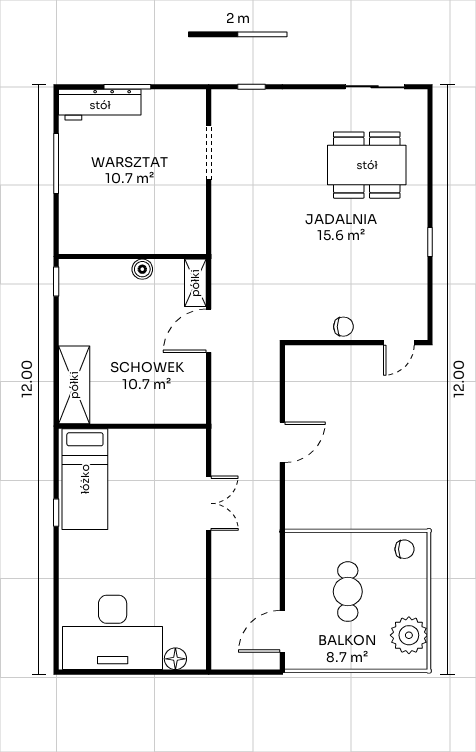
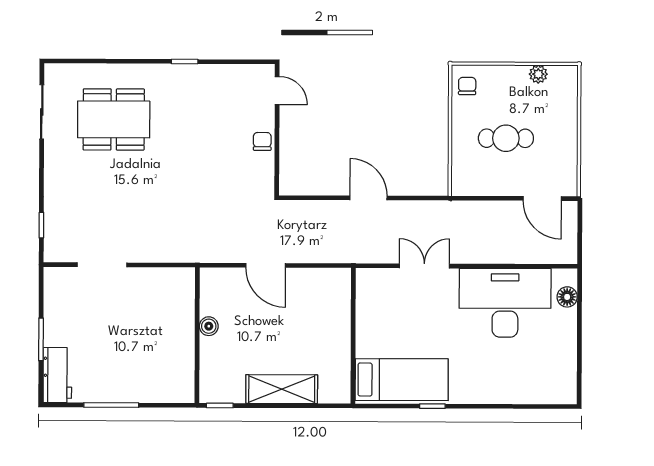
workbench: (100, 105) -> (57, 375), width x0.73
dining table: (367, 165) -> (114, 119), turned 90
shelving: (195, 283) -> (221, 277), removed
shelving: (74, 385) -> (282, 389), moved
desk: (113, 632) -> (505, 303), moved, turned -90
plant: (409, 635) -> (538, 74), width x0.53, depth x0.53

